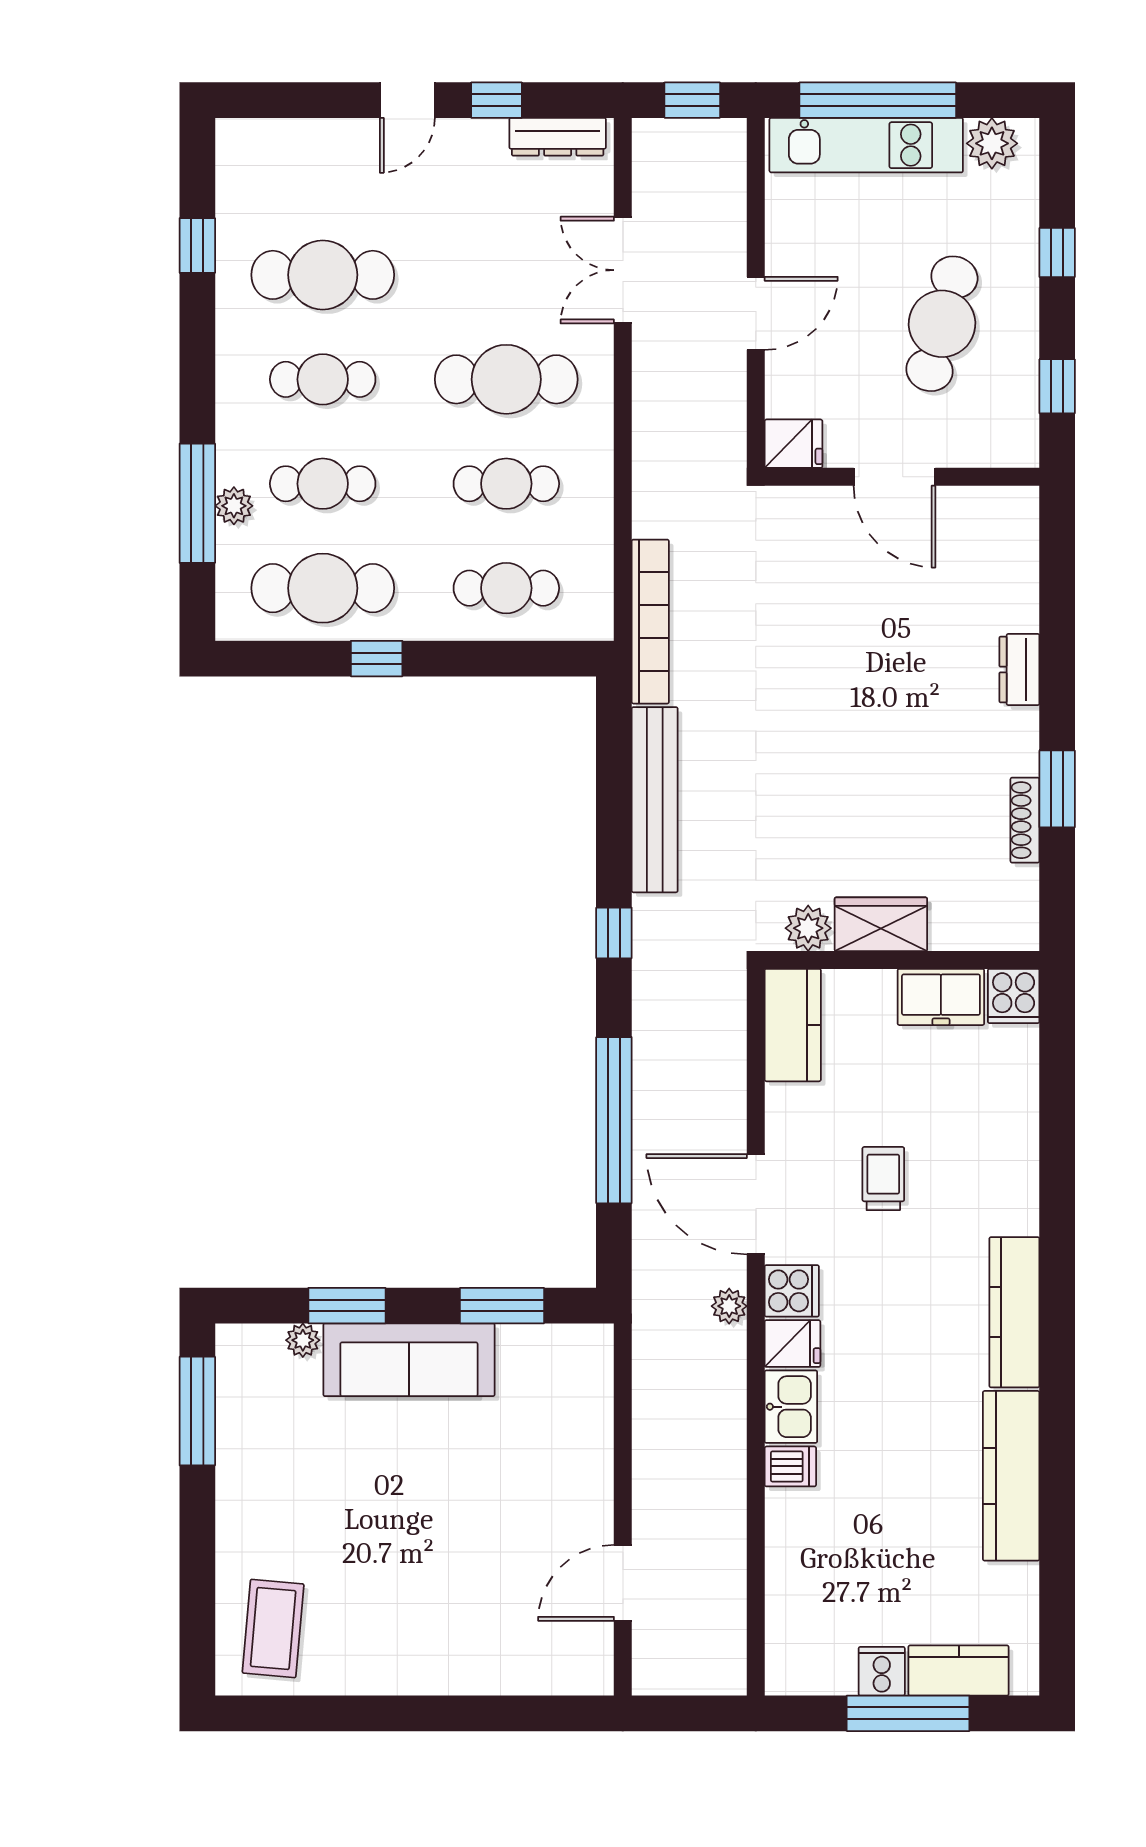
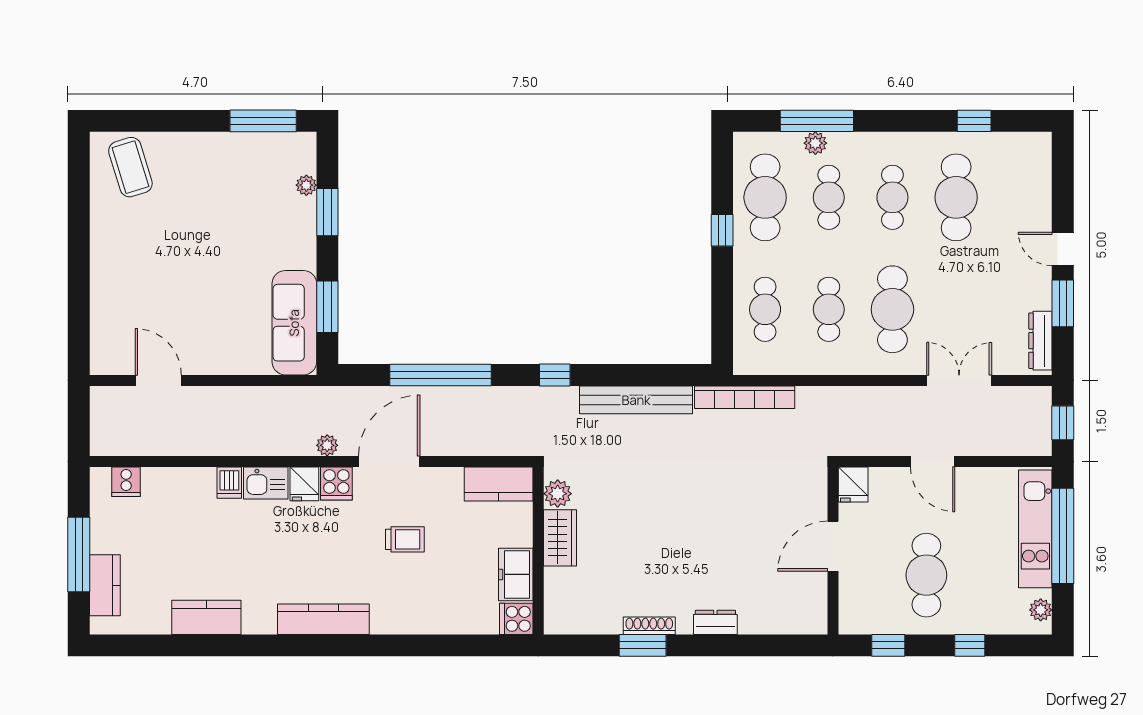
window: (497, 100) -> (1063, 303), width x1.50
plant: (992, 143) -> (1041, 610), width x0.73, depth x0.73
cafe table: (942, 324) -> (926, 575), turned 75
shoe rack: (1025, 820) -> (649, 626), moved
sofa: (409, 1360) -> (294, 323), moved
kitchen counter: (1011, 1476) -> (206, 617), width x0.67
coffee table: (273, 1628) -> (130, 167), turned 68
cooker: (882, 1671) -> (126, 482), moved, turned 90

